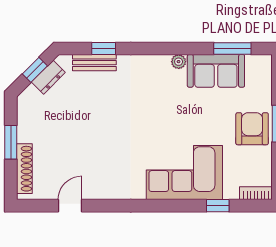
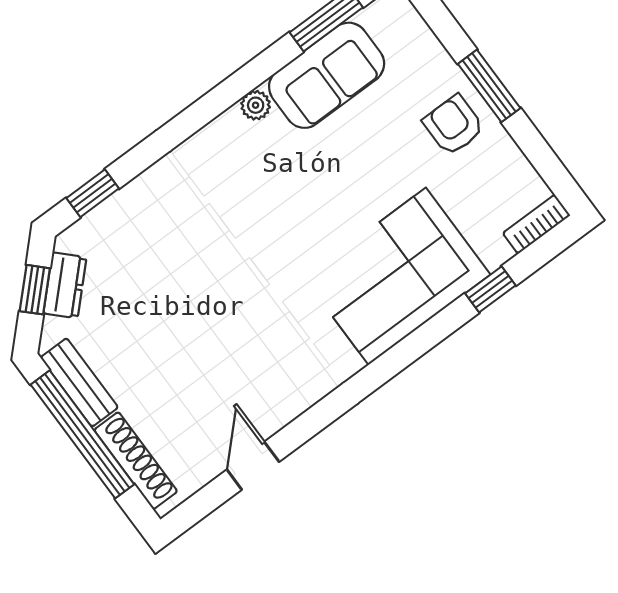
window: (104, 48) -> (93, 193), moved
bench: (94, 63) -> (79, 382), moved, turned 90
armchair: (252, 129) -> (454, 125), width x0.72, depth x0.72
window: (11, 142) -> (82, 434), width x2.11

